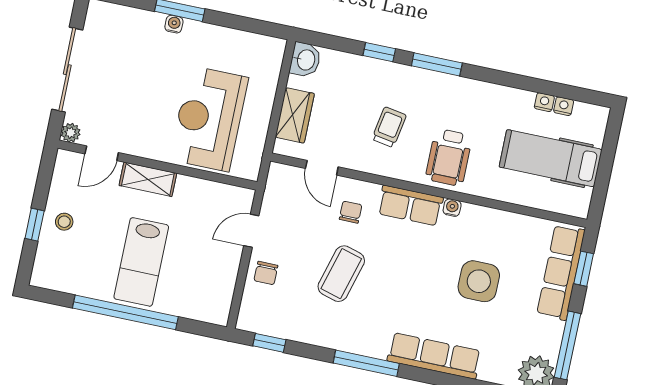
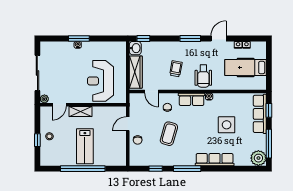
window: (379, 52) -> (143, 39), moved
door: (502, 78) -> (219, 39), added
wardrobe: (295, 115) -> (136, 72), width x1.50
window: (269, 343) -> (156, 169), moved

